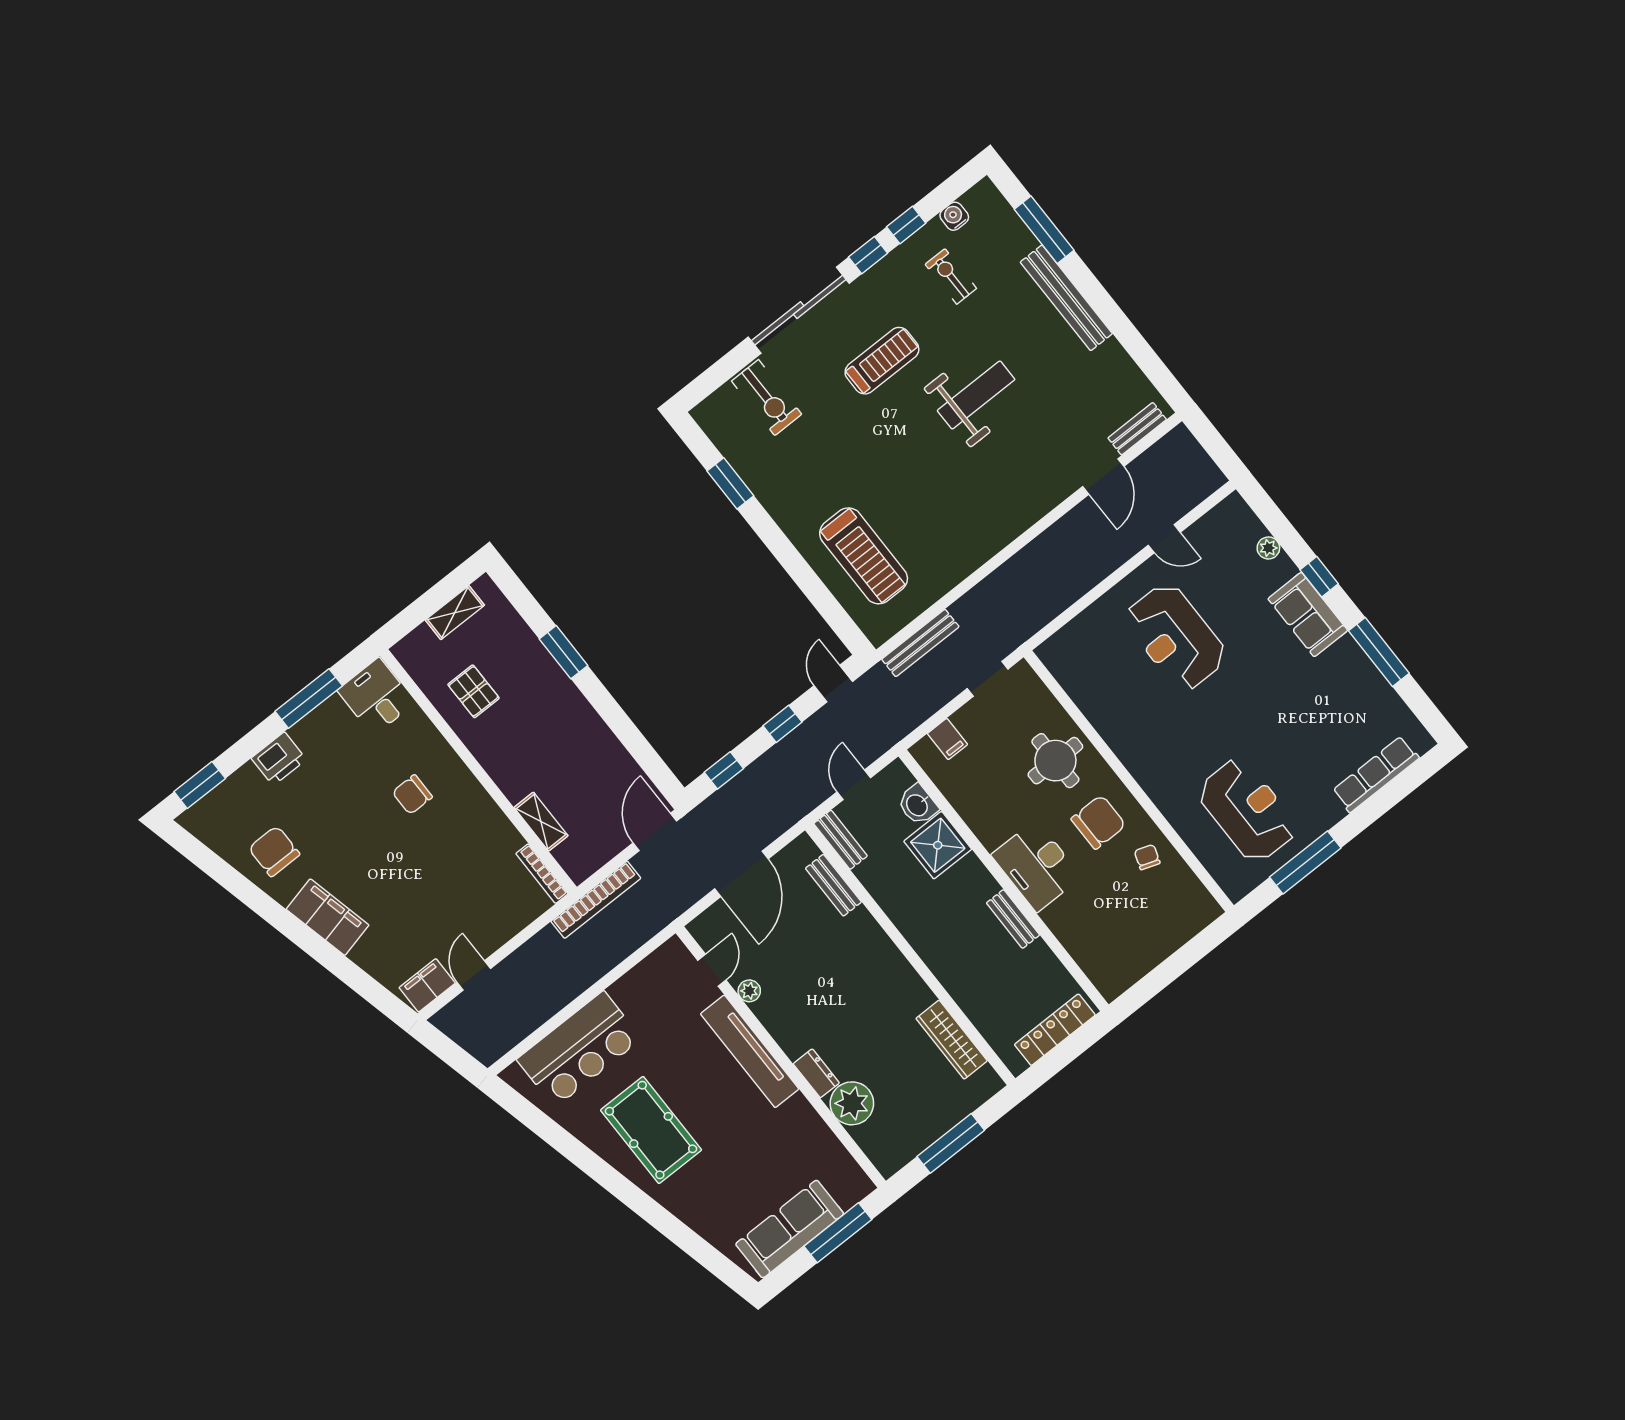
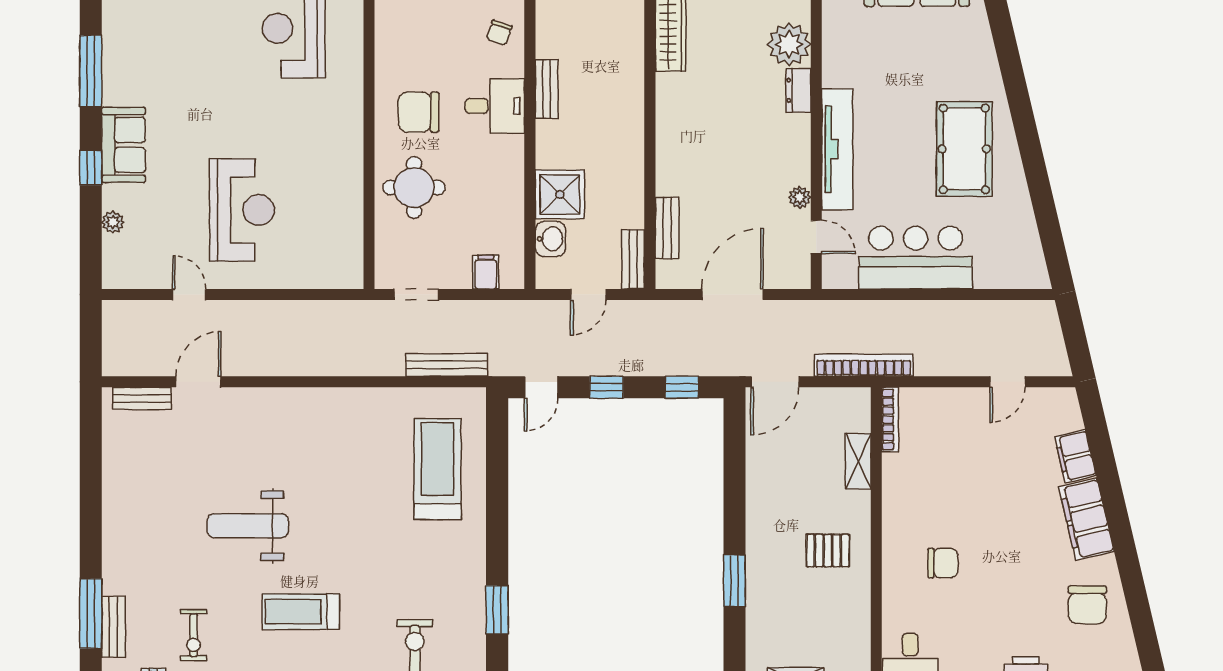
bench: (1066, 298) -> (113, 627), moved, width x0.54, depth x0.82
pallet: (474, 691) -> (828, 551), moved, turned 90
chair: (1147, 857) -> (499, 33), moved
desk: (1036, 866) -> (495, 106), width x0.73
door: (712, 970) -> (816, 237), swing flipped
filing cabinet: (427, 985) -> (1075, 456), moved, turned 77
bar counter: (579, 1049) -> (916, 258), moved

